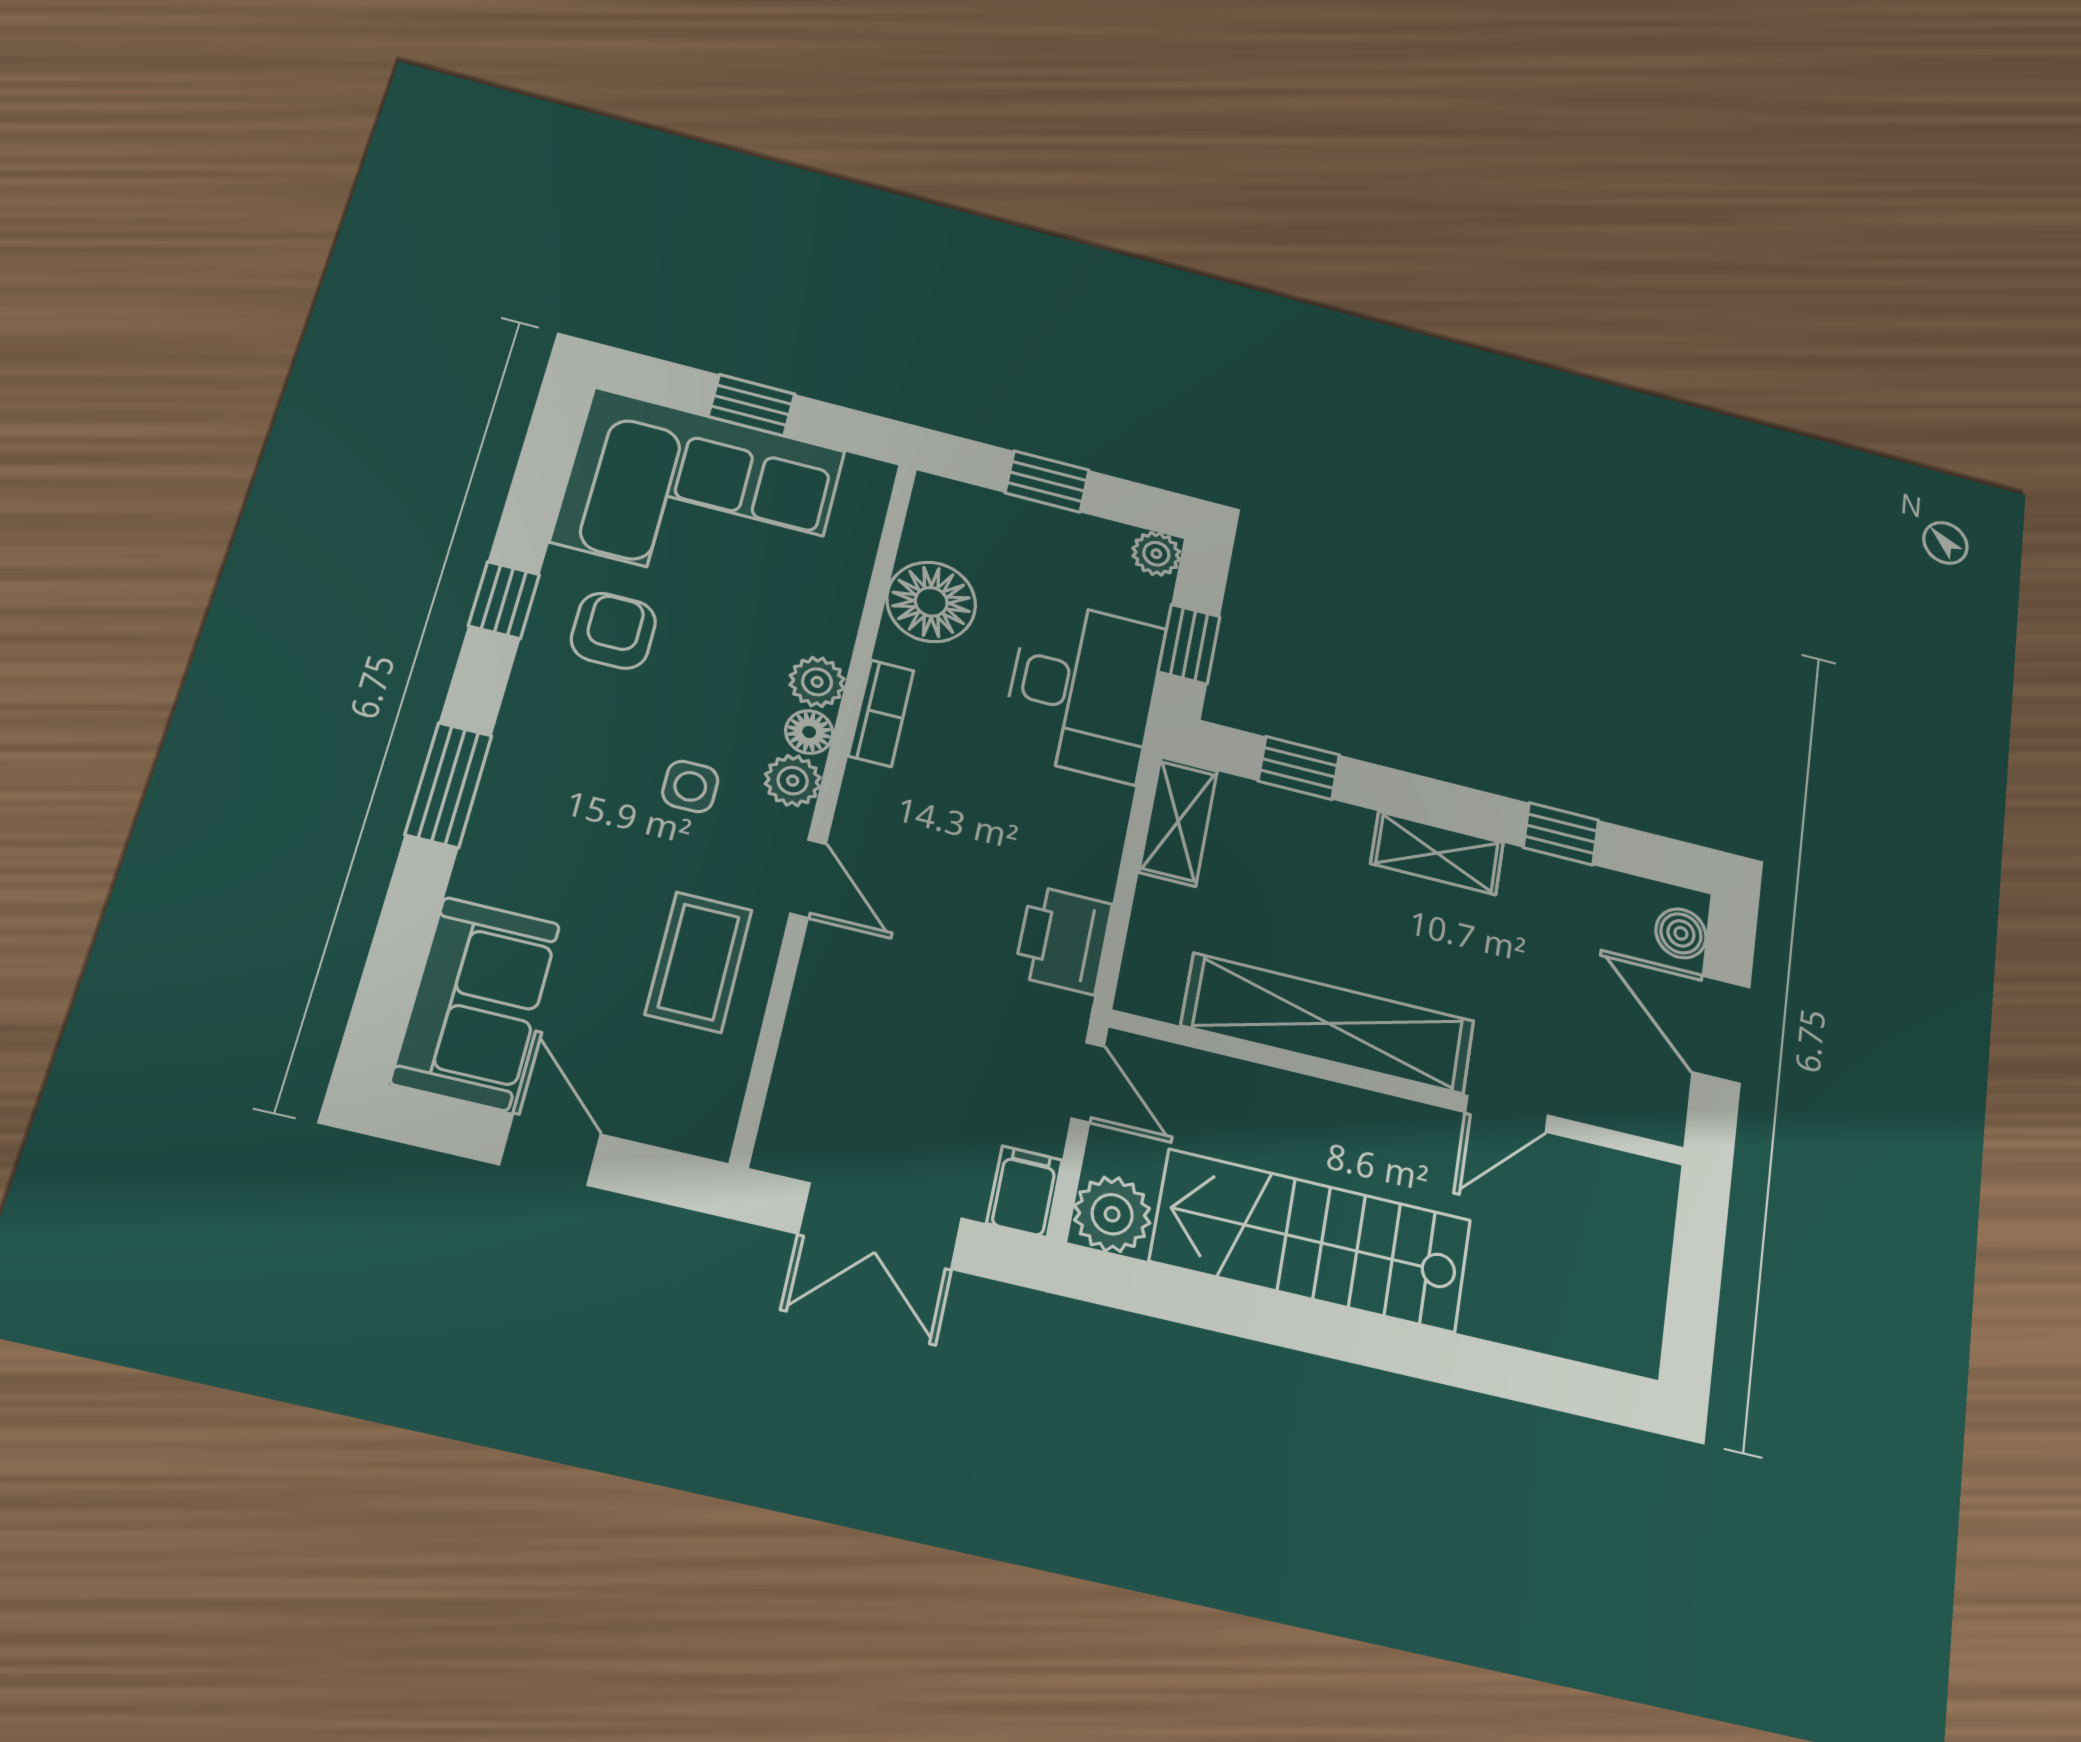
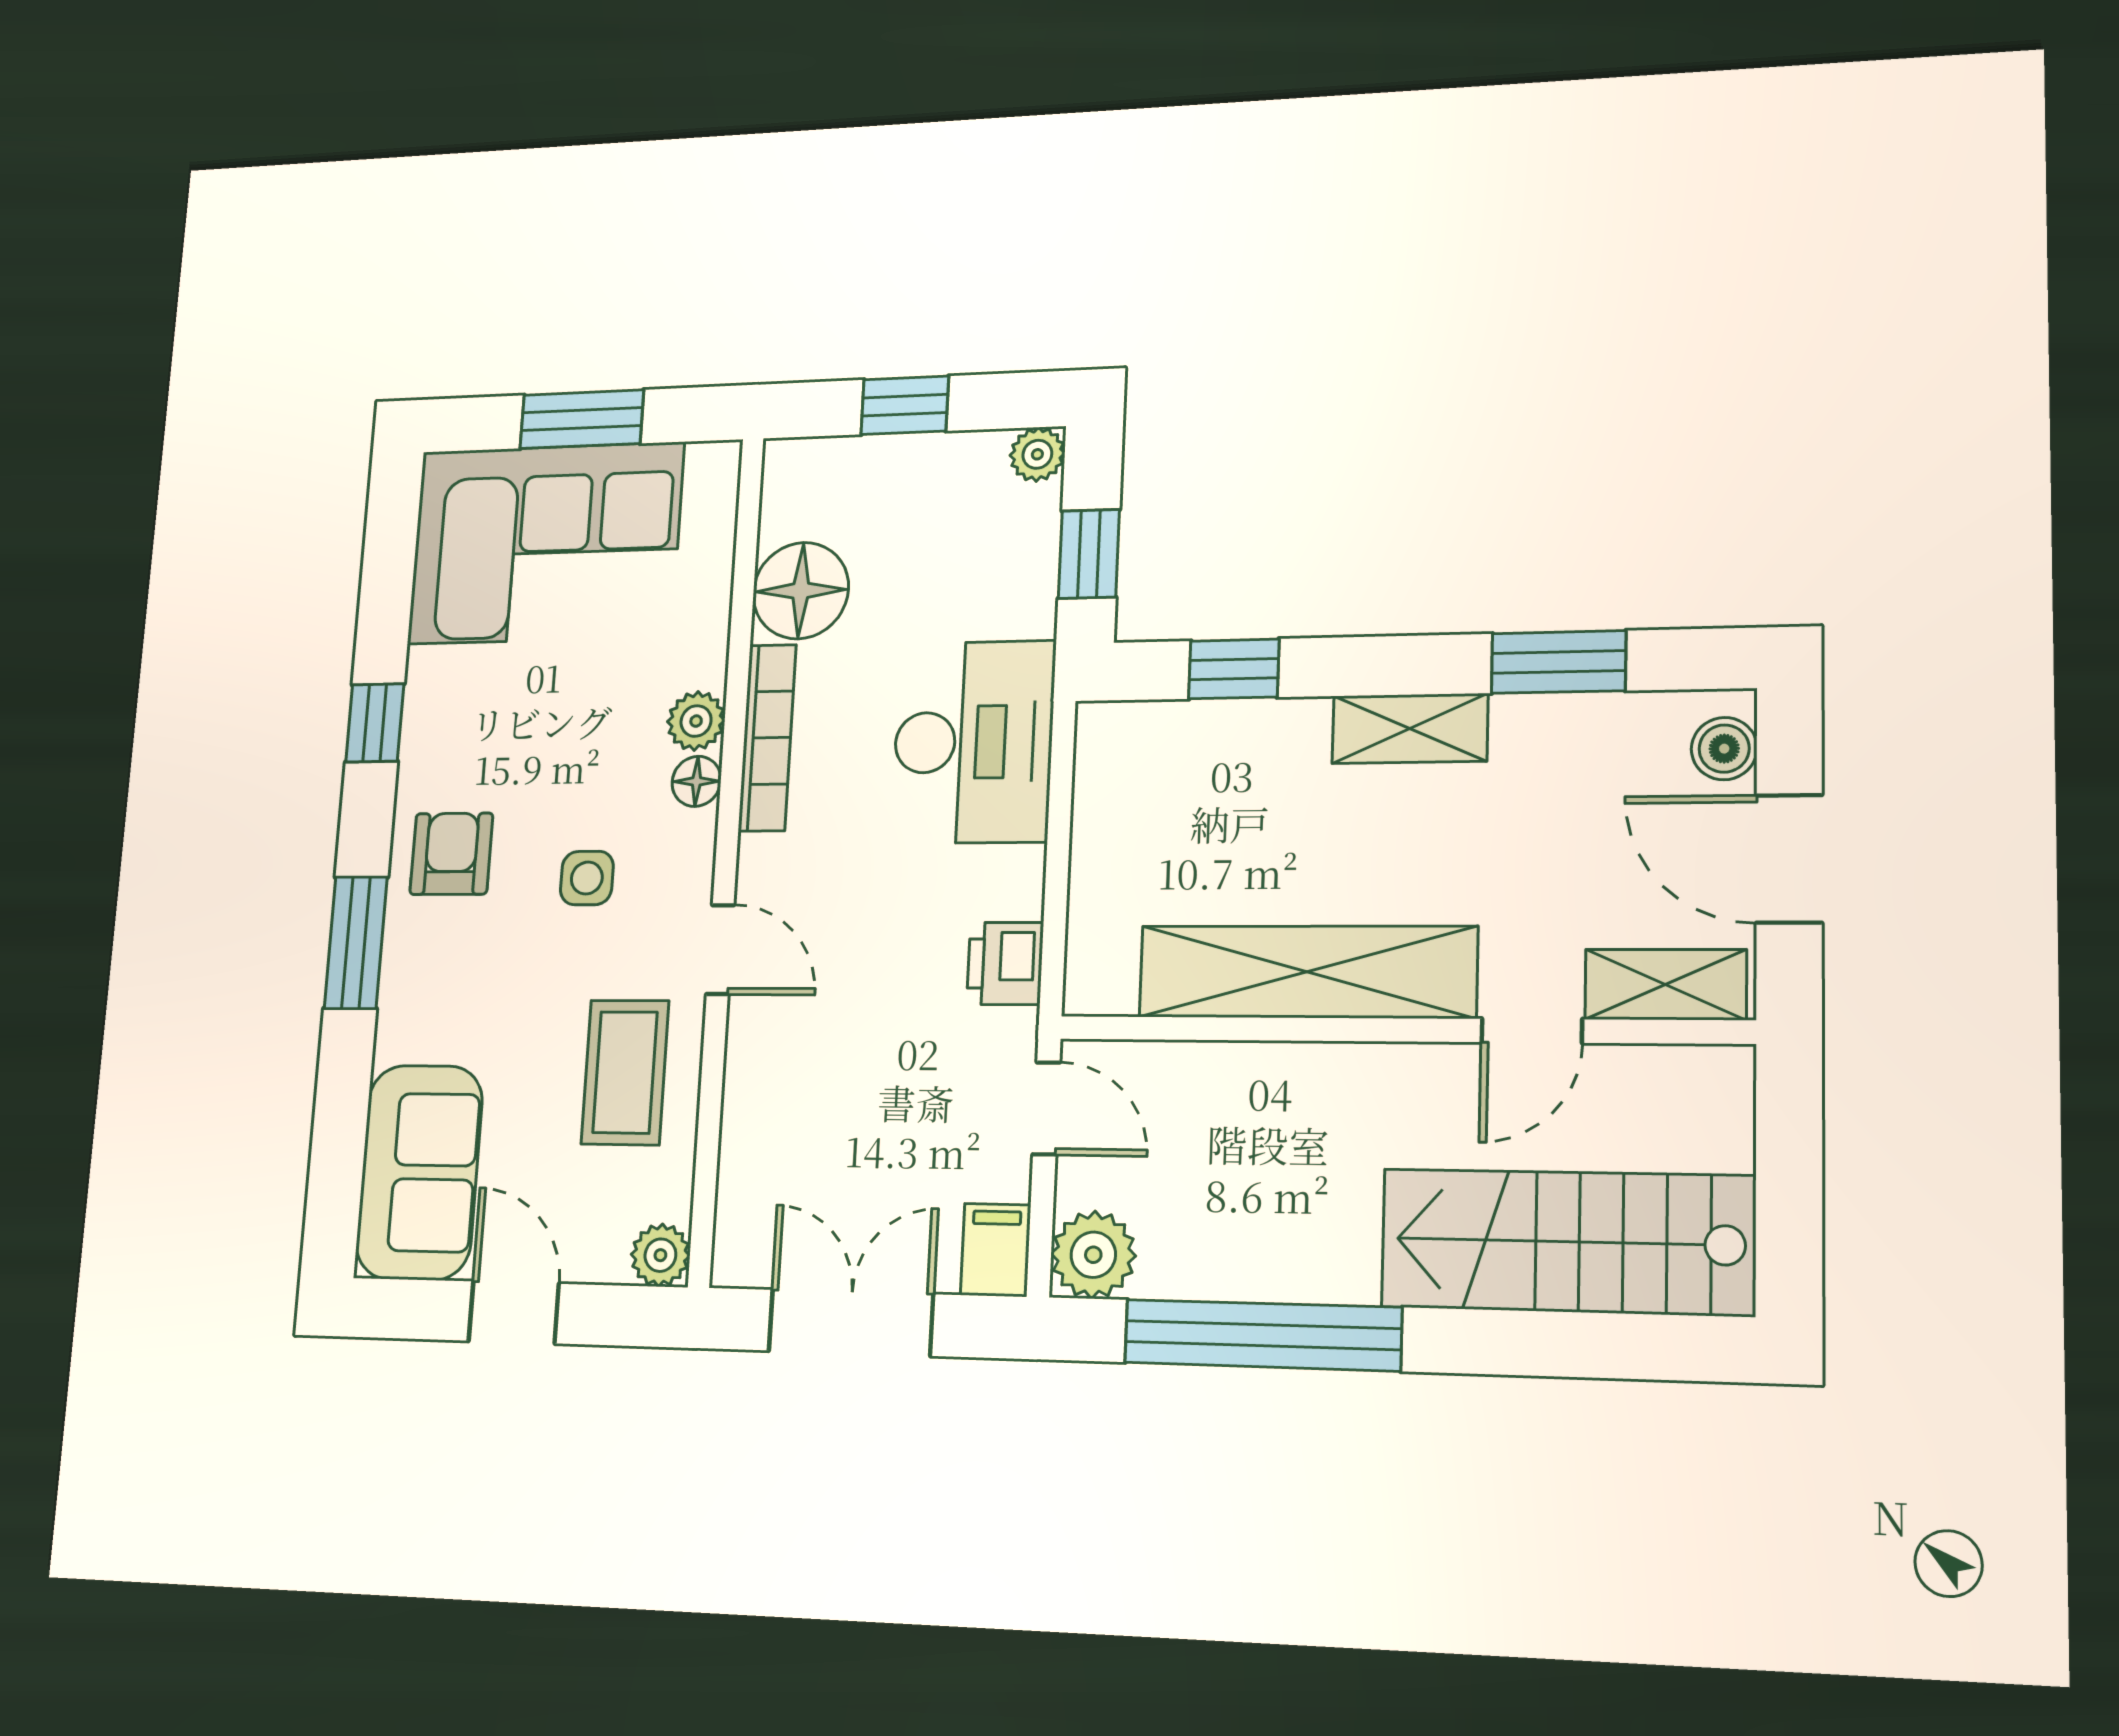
window: (752, 405) -> (582, 419), width x1.50
armchair: (613, 631) -> (451, 854), moved
desk: (1083, 689) -> (973, 742), moved
bookcase: (881, 713) -> (767, 738), width x1.56
plant: (793, 781) -> (660, 1255), moved
shelving: (1178, 821) -> (1666, 985), moved, turned 90
window: (1561, 834) -> (1558, 662), width x1.50
printer: (1063, 940) -> (1005, 964), width x0.73, depth x0.81
double door: (880, 1226) -> (851, 1323), swing flipped
stairs: (1311, 1241) -> (1567, 1242), moved
window: (1252, 1312) -> (1262, 1335), added

